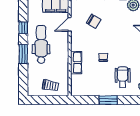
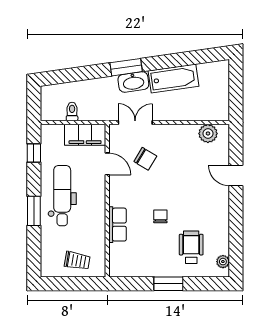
door: (70, 24) -> (107, 164), swing flipped
window: (23, 28) -> (34, 153), moved

